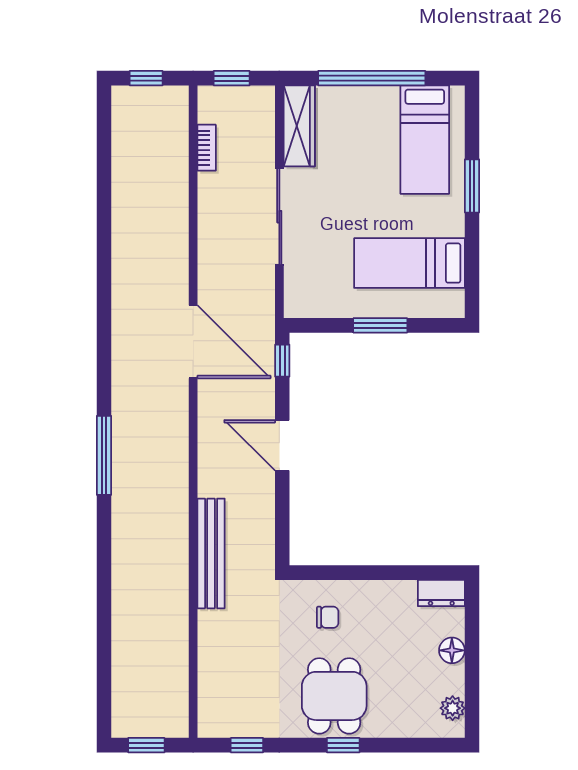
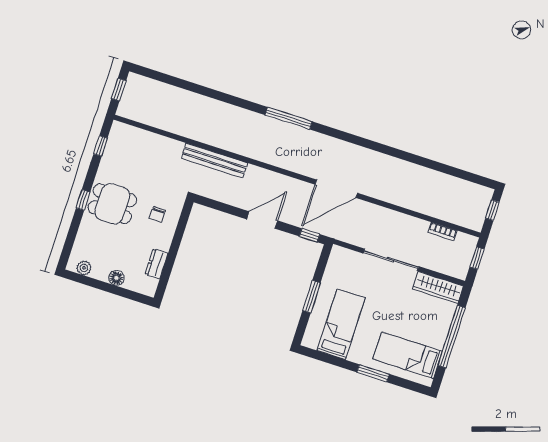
dresser: (441, 593) -> (157, 264), moved

